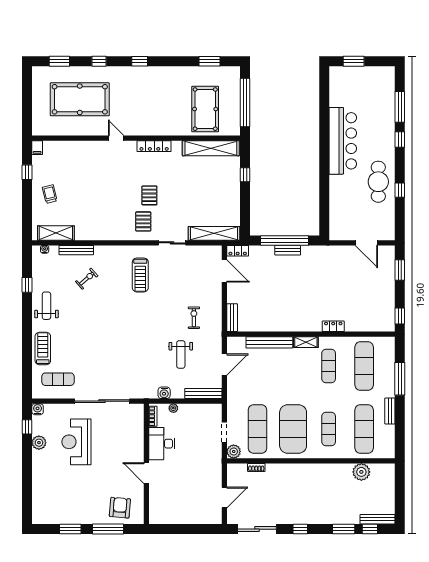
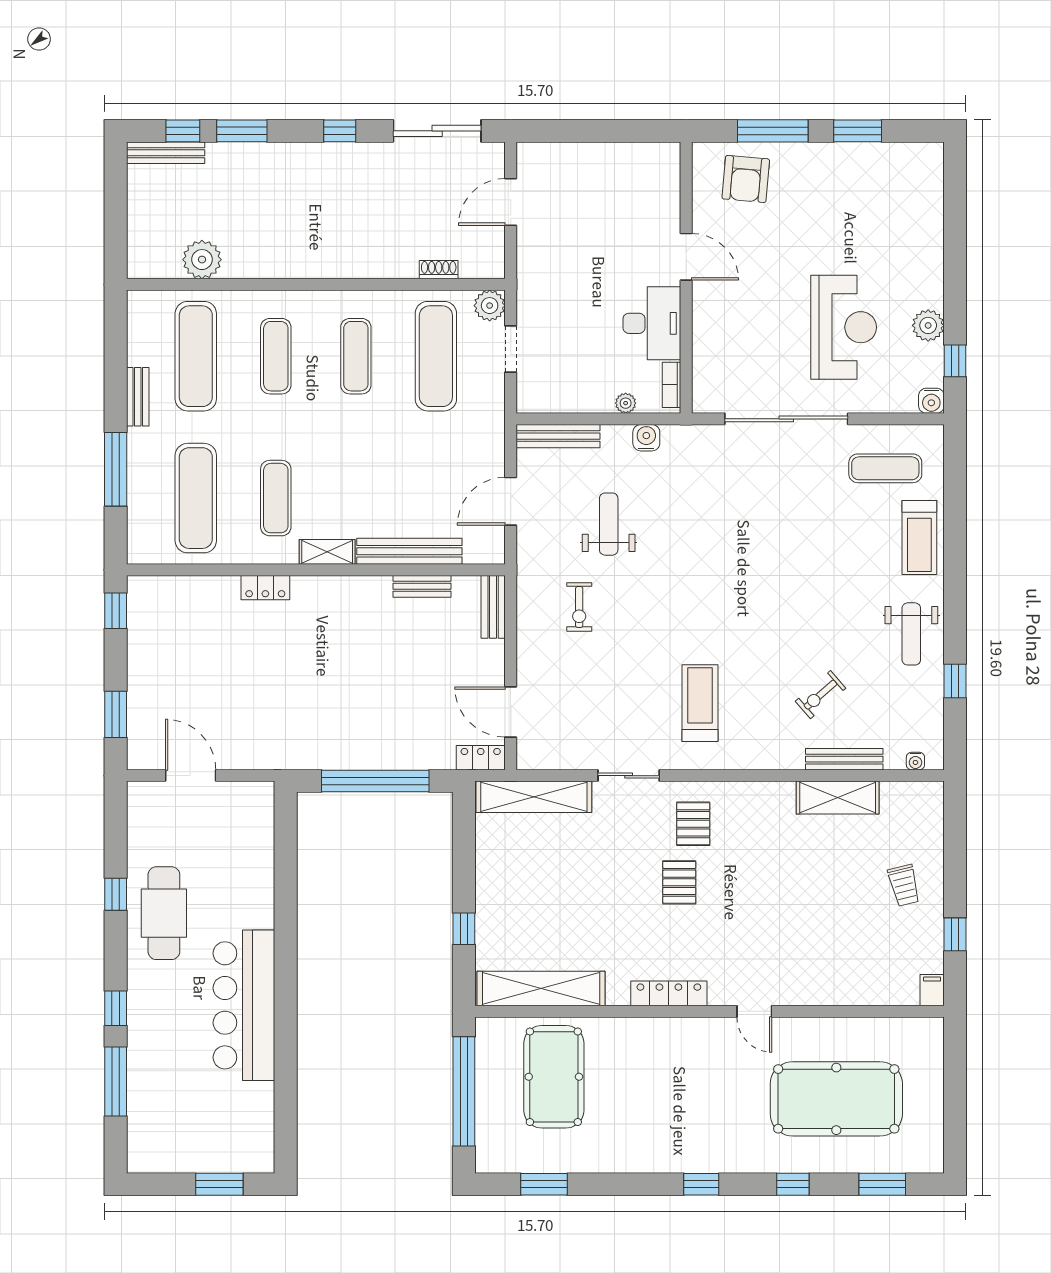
shelving: (56, 233) -> (838, 798), moved
bench: (288, 250) -> (422, 586), moved
exercise mat: (293, 429) -> (356, 356), width x0.50, depth x0.69

